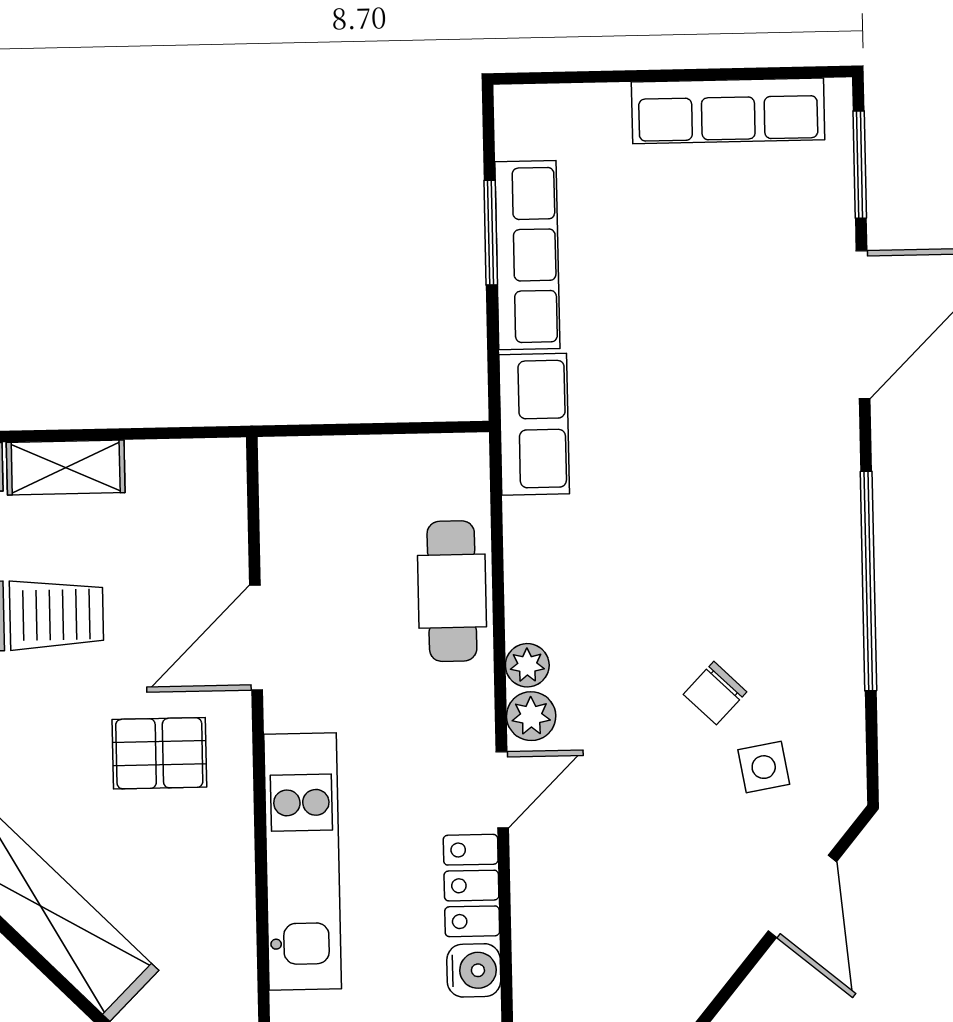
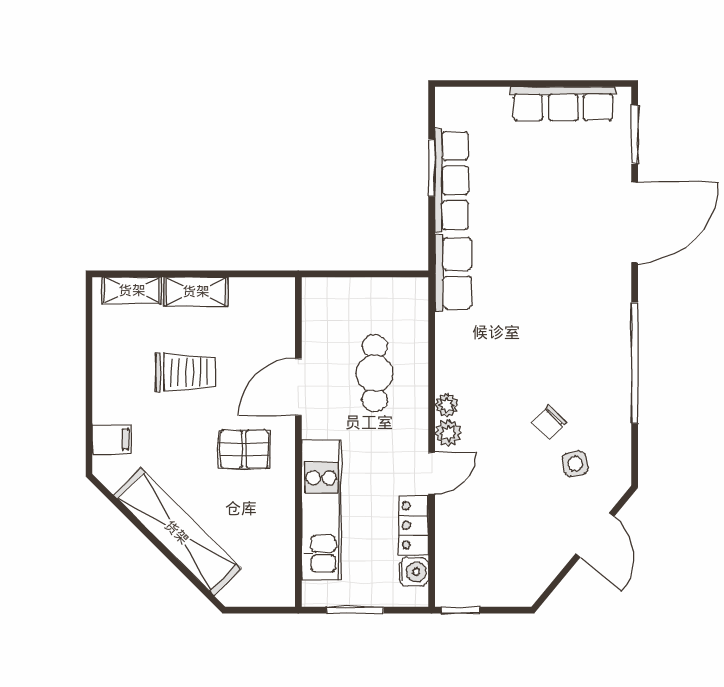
cafe table: (452, 591) -> (375, 373), moved

